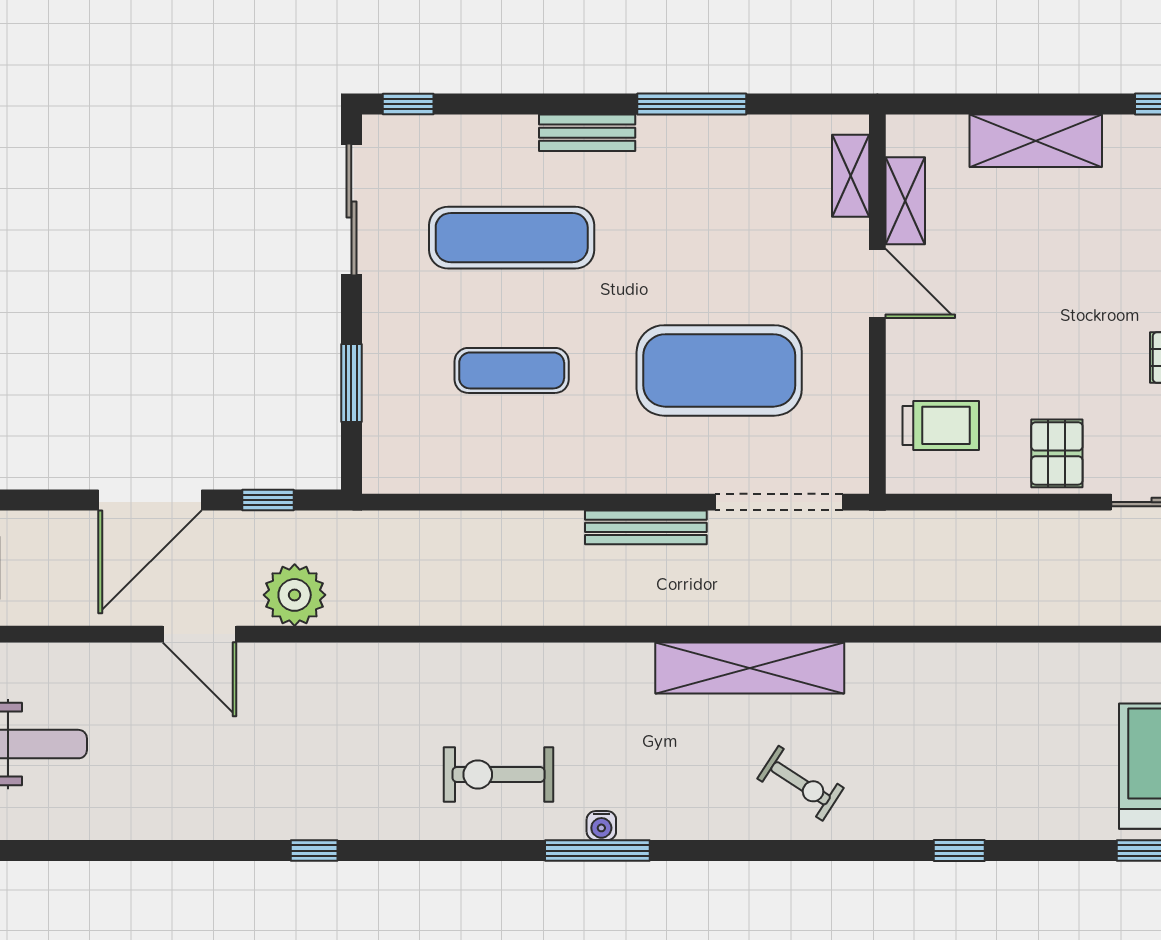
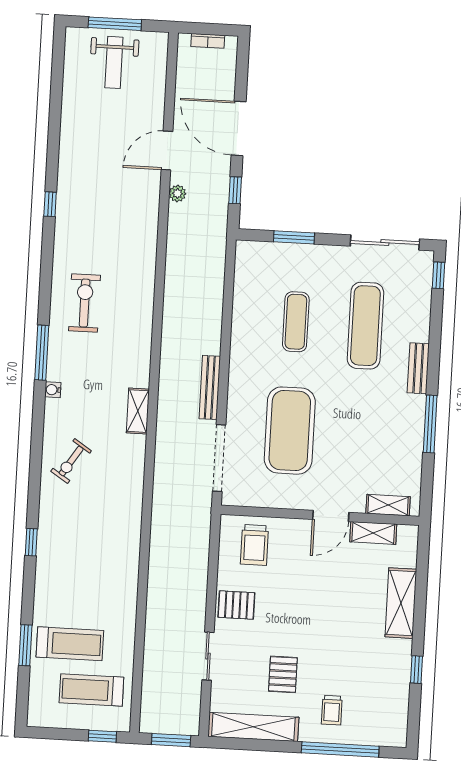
plant: (295, 595) -> (177, 193), width x0.53, depth x0.53
shelving: (750, 668) -> (138, 411), width x0.45, depth x0.75
water cooler: (601, 826) -> (53, 390), moved

